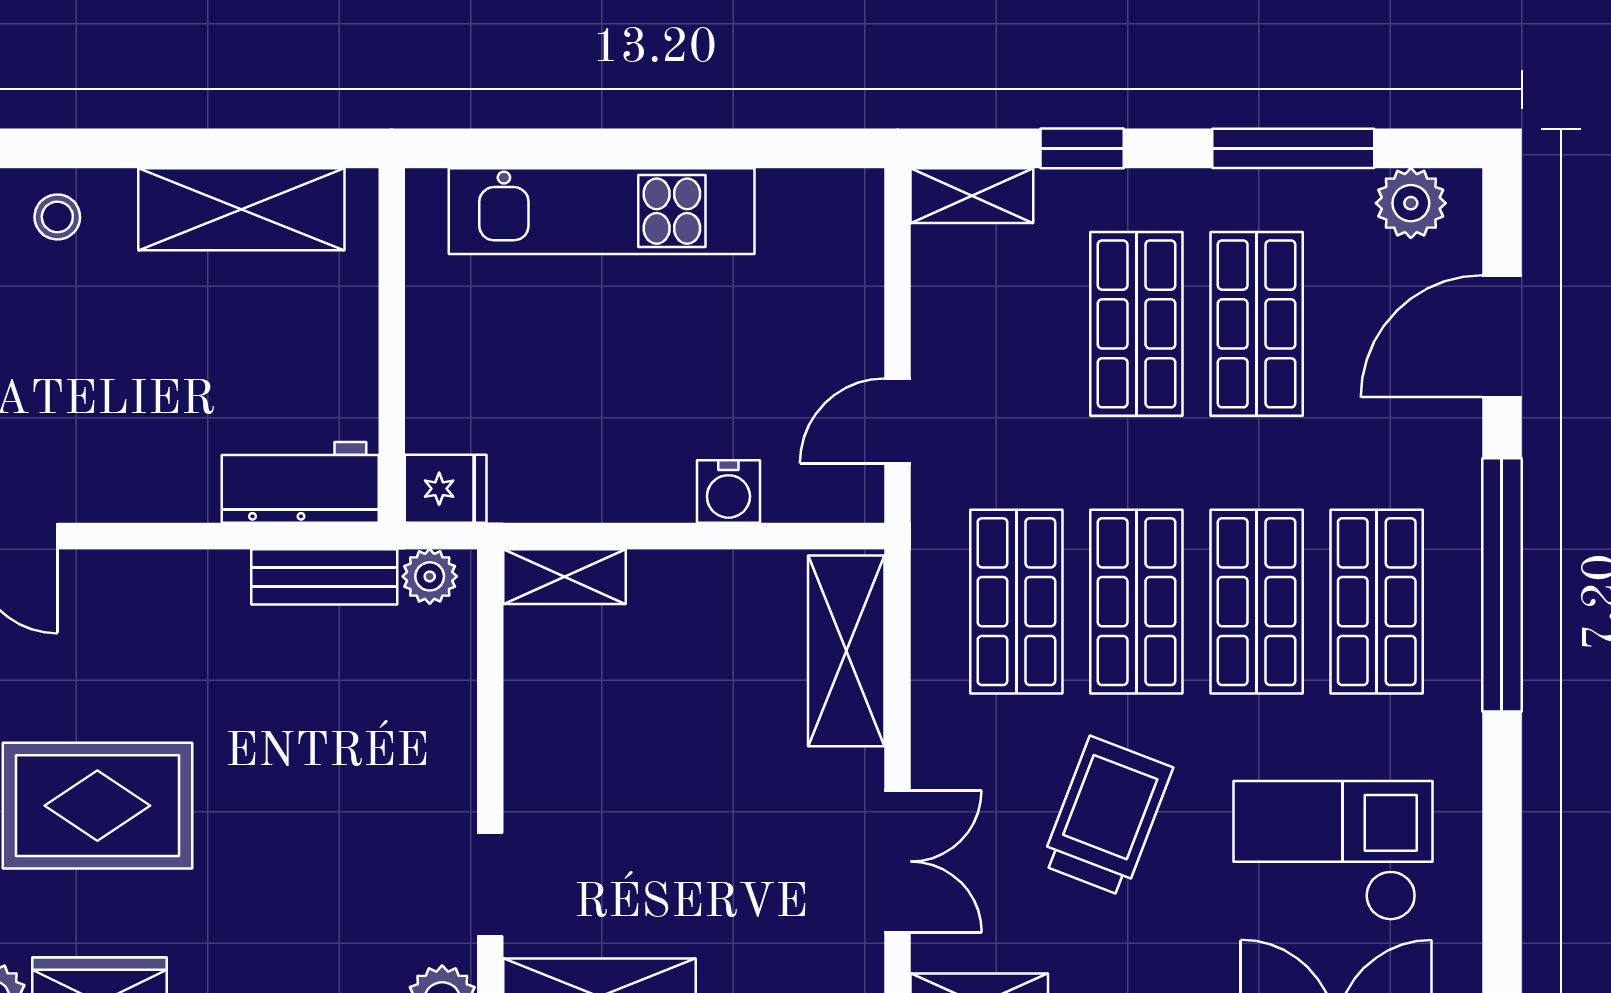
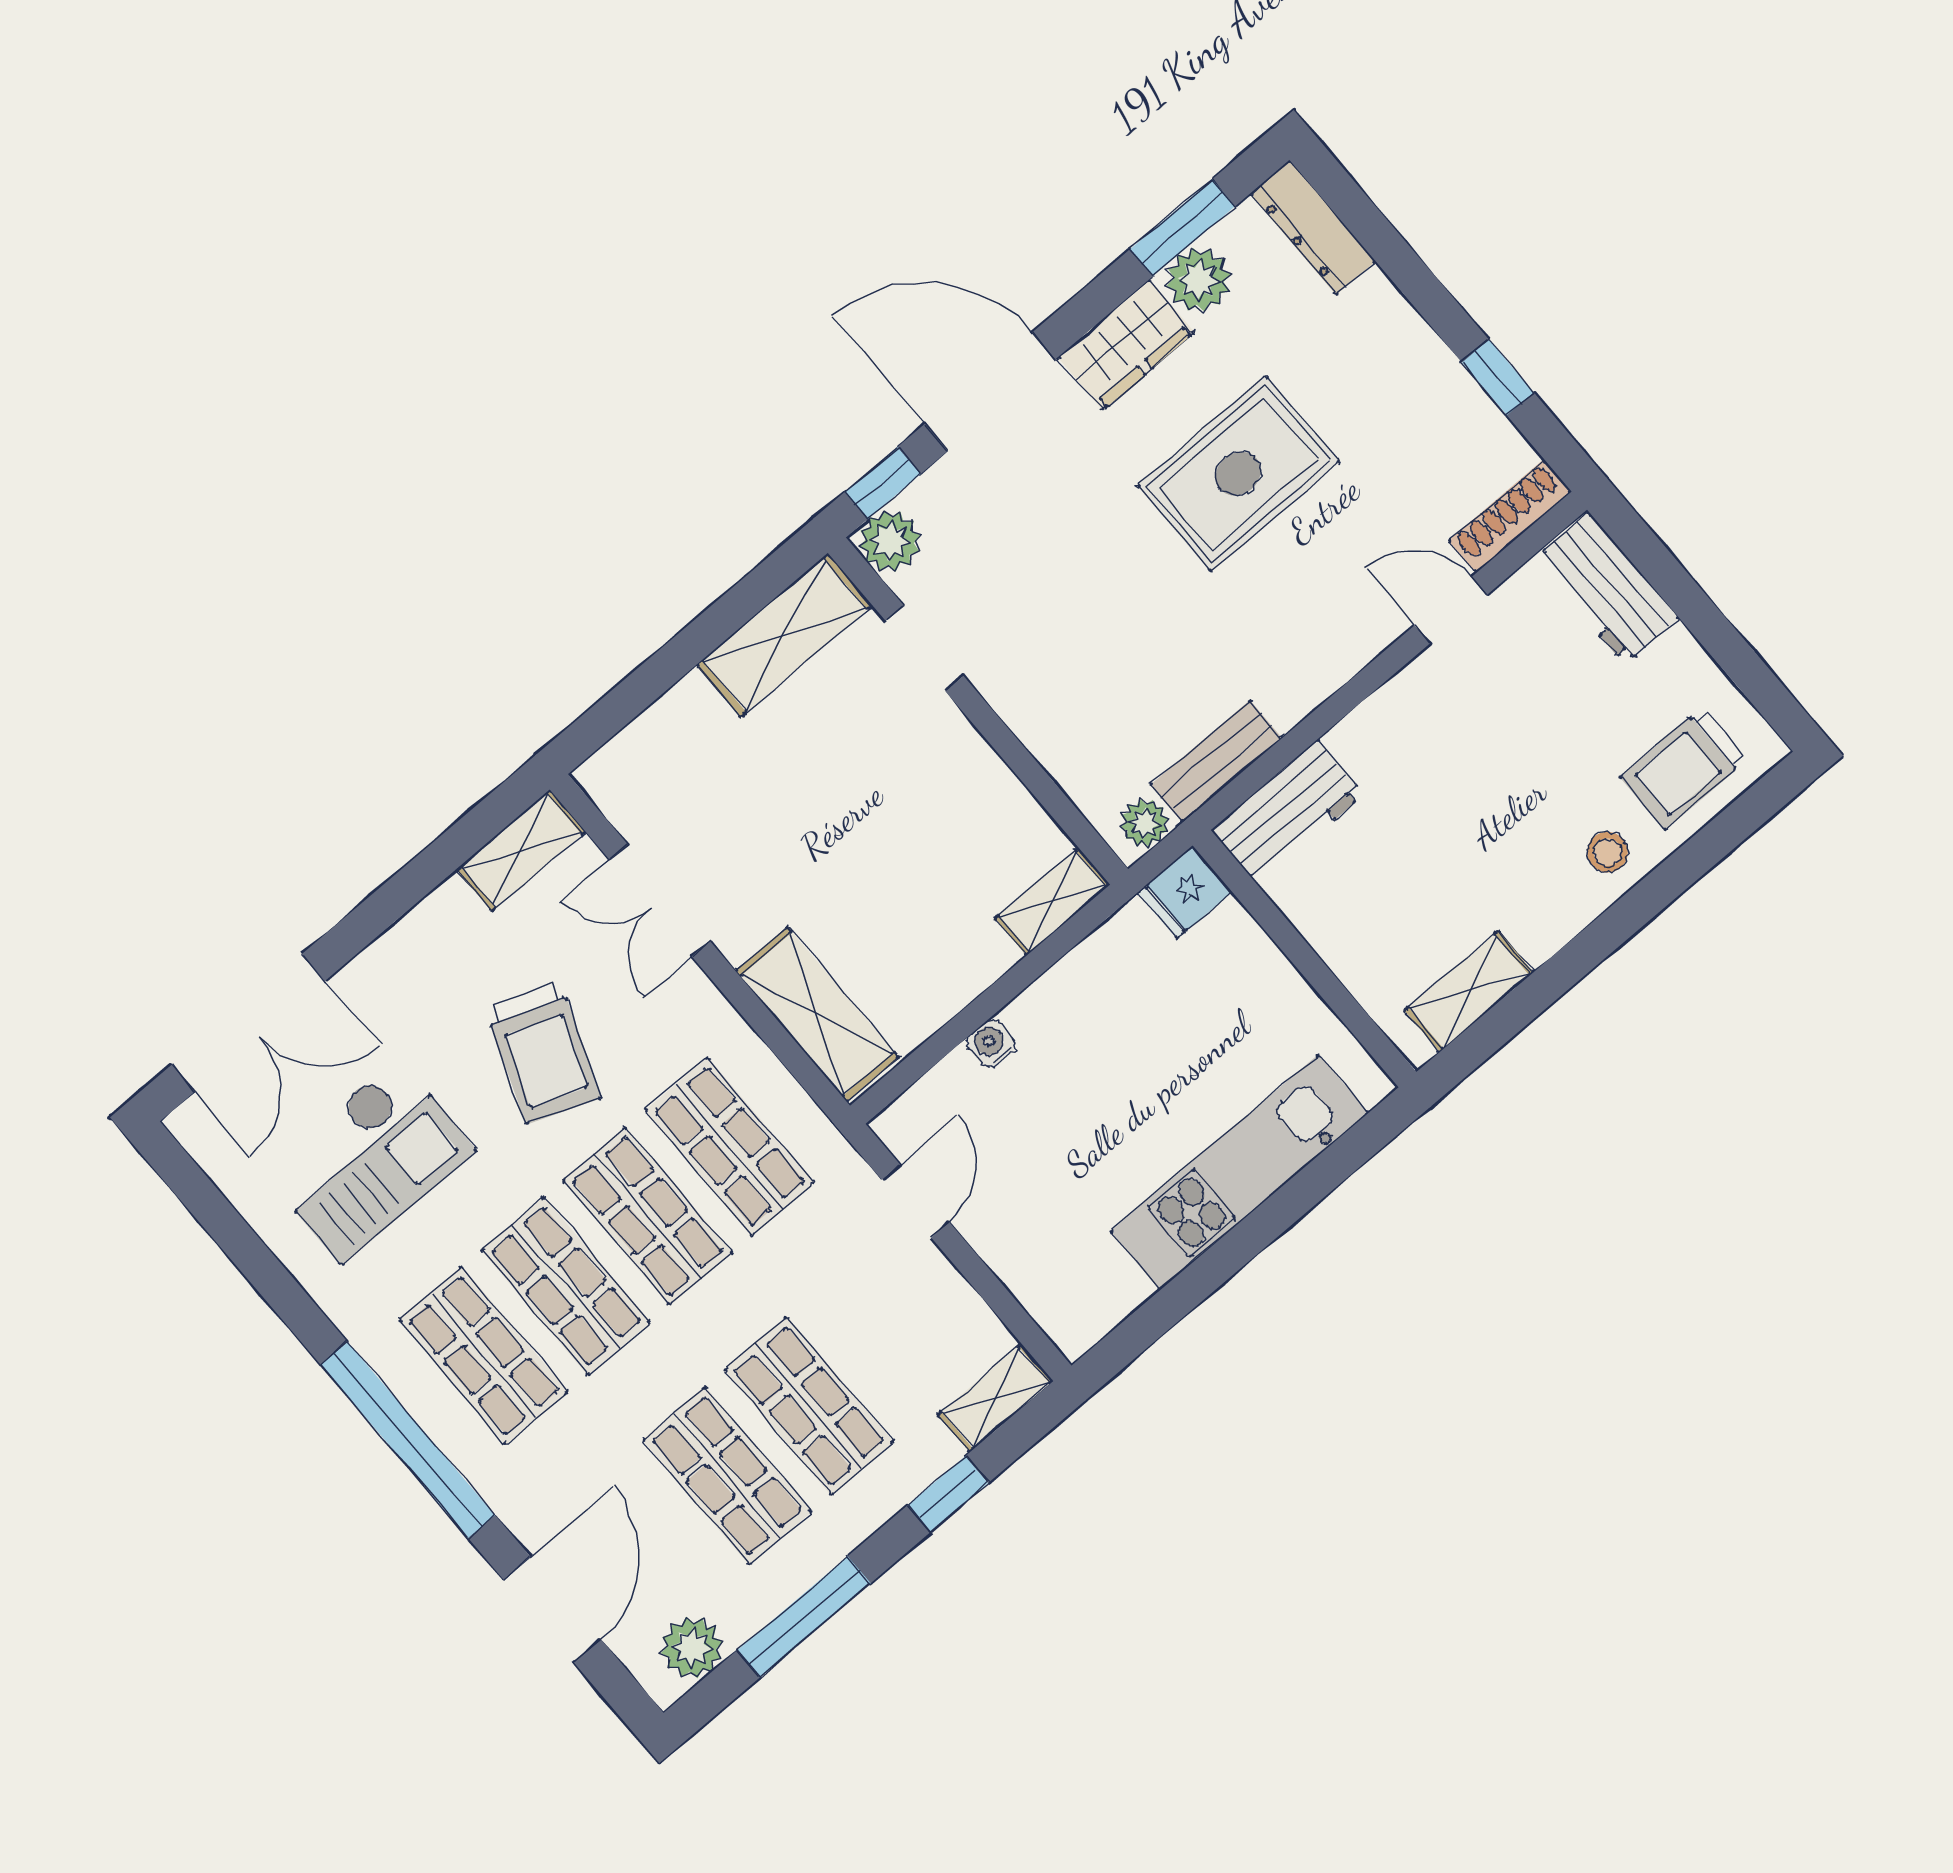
shelving: (241, 209) -> (1469, 991), width x0.67, depth x0.75
water cooler: (728, 491) -> (991, 1044), width x0.72, depth x0.72

